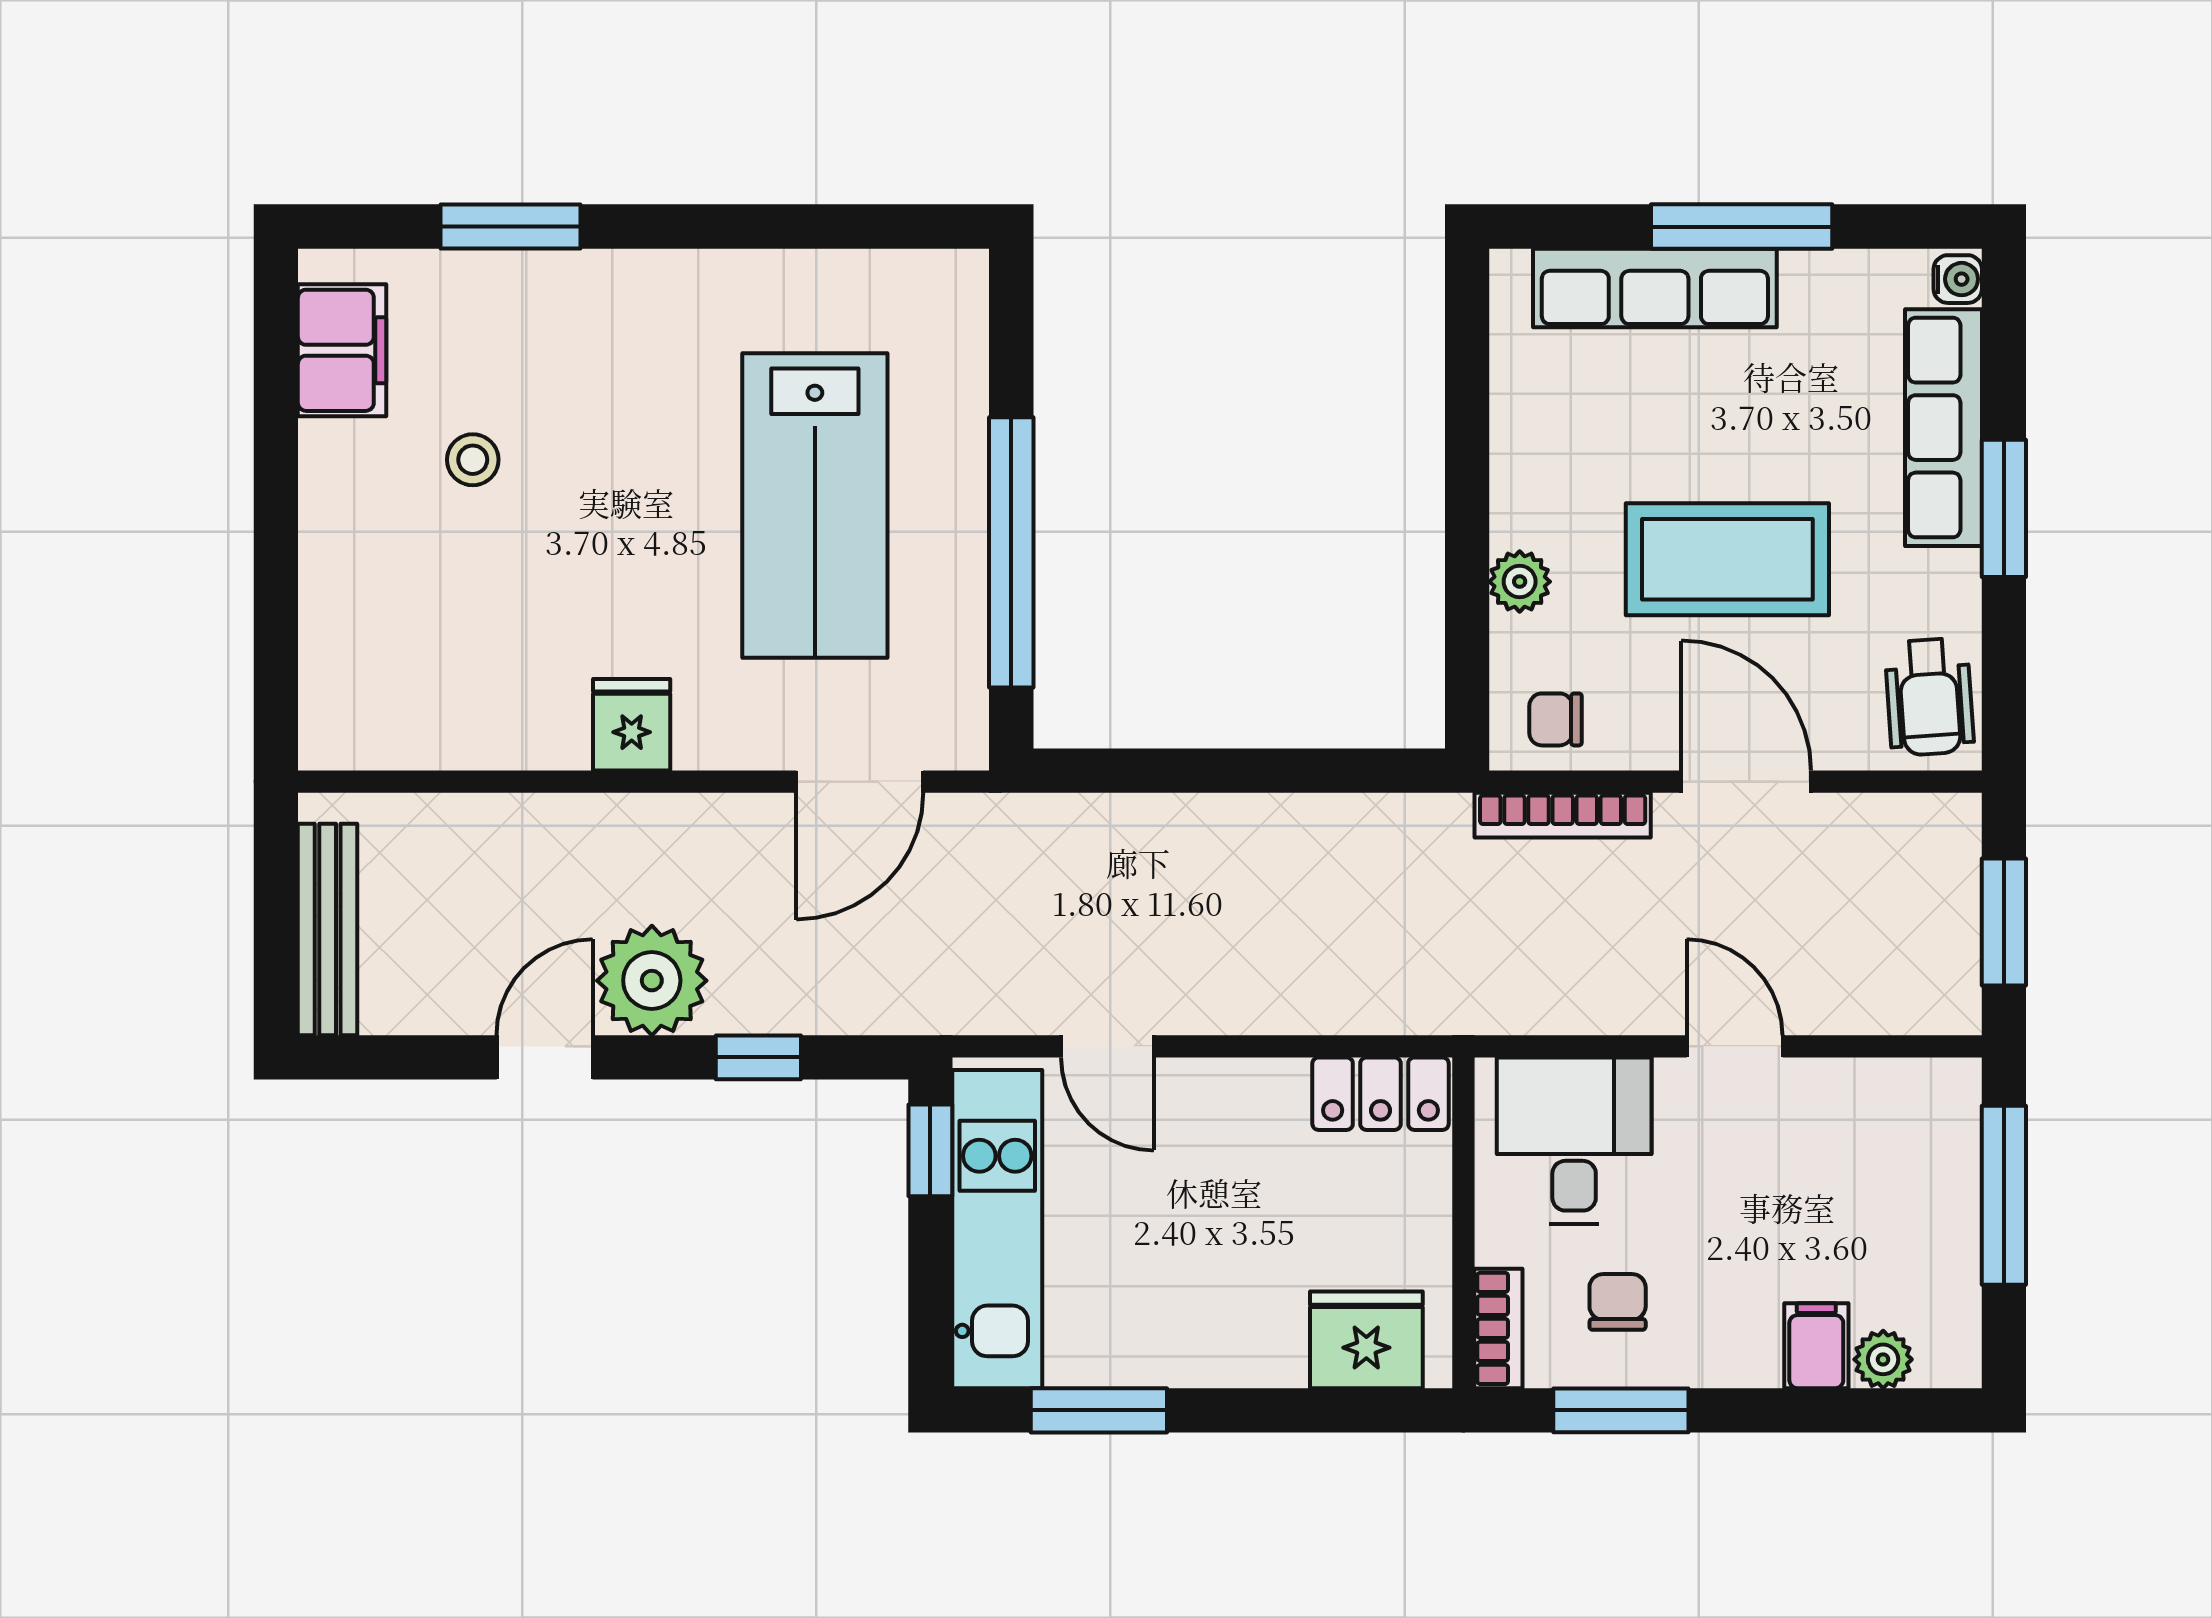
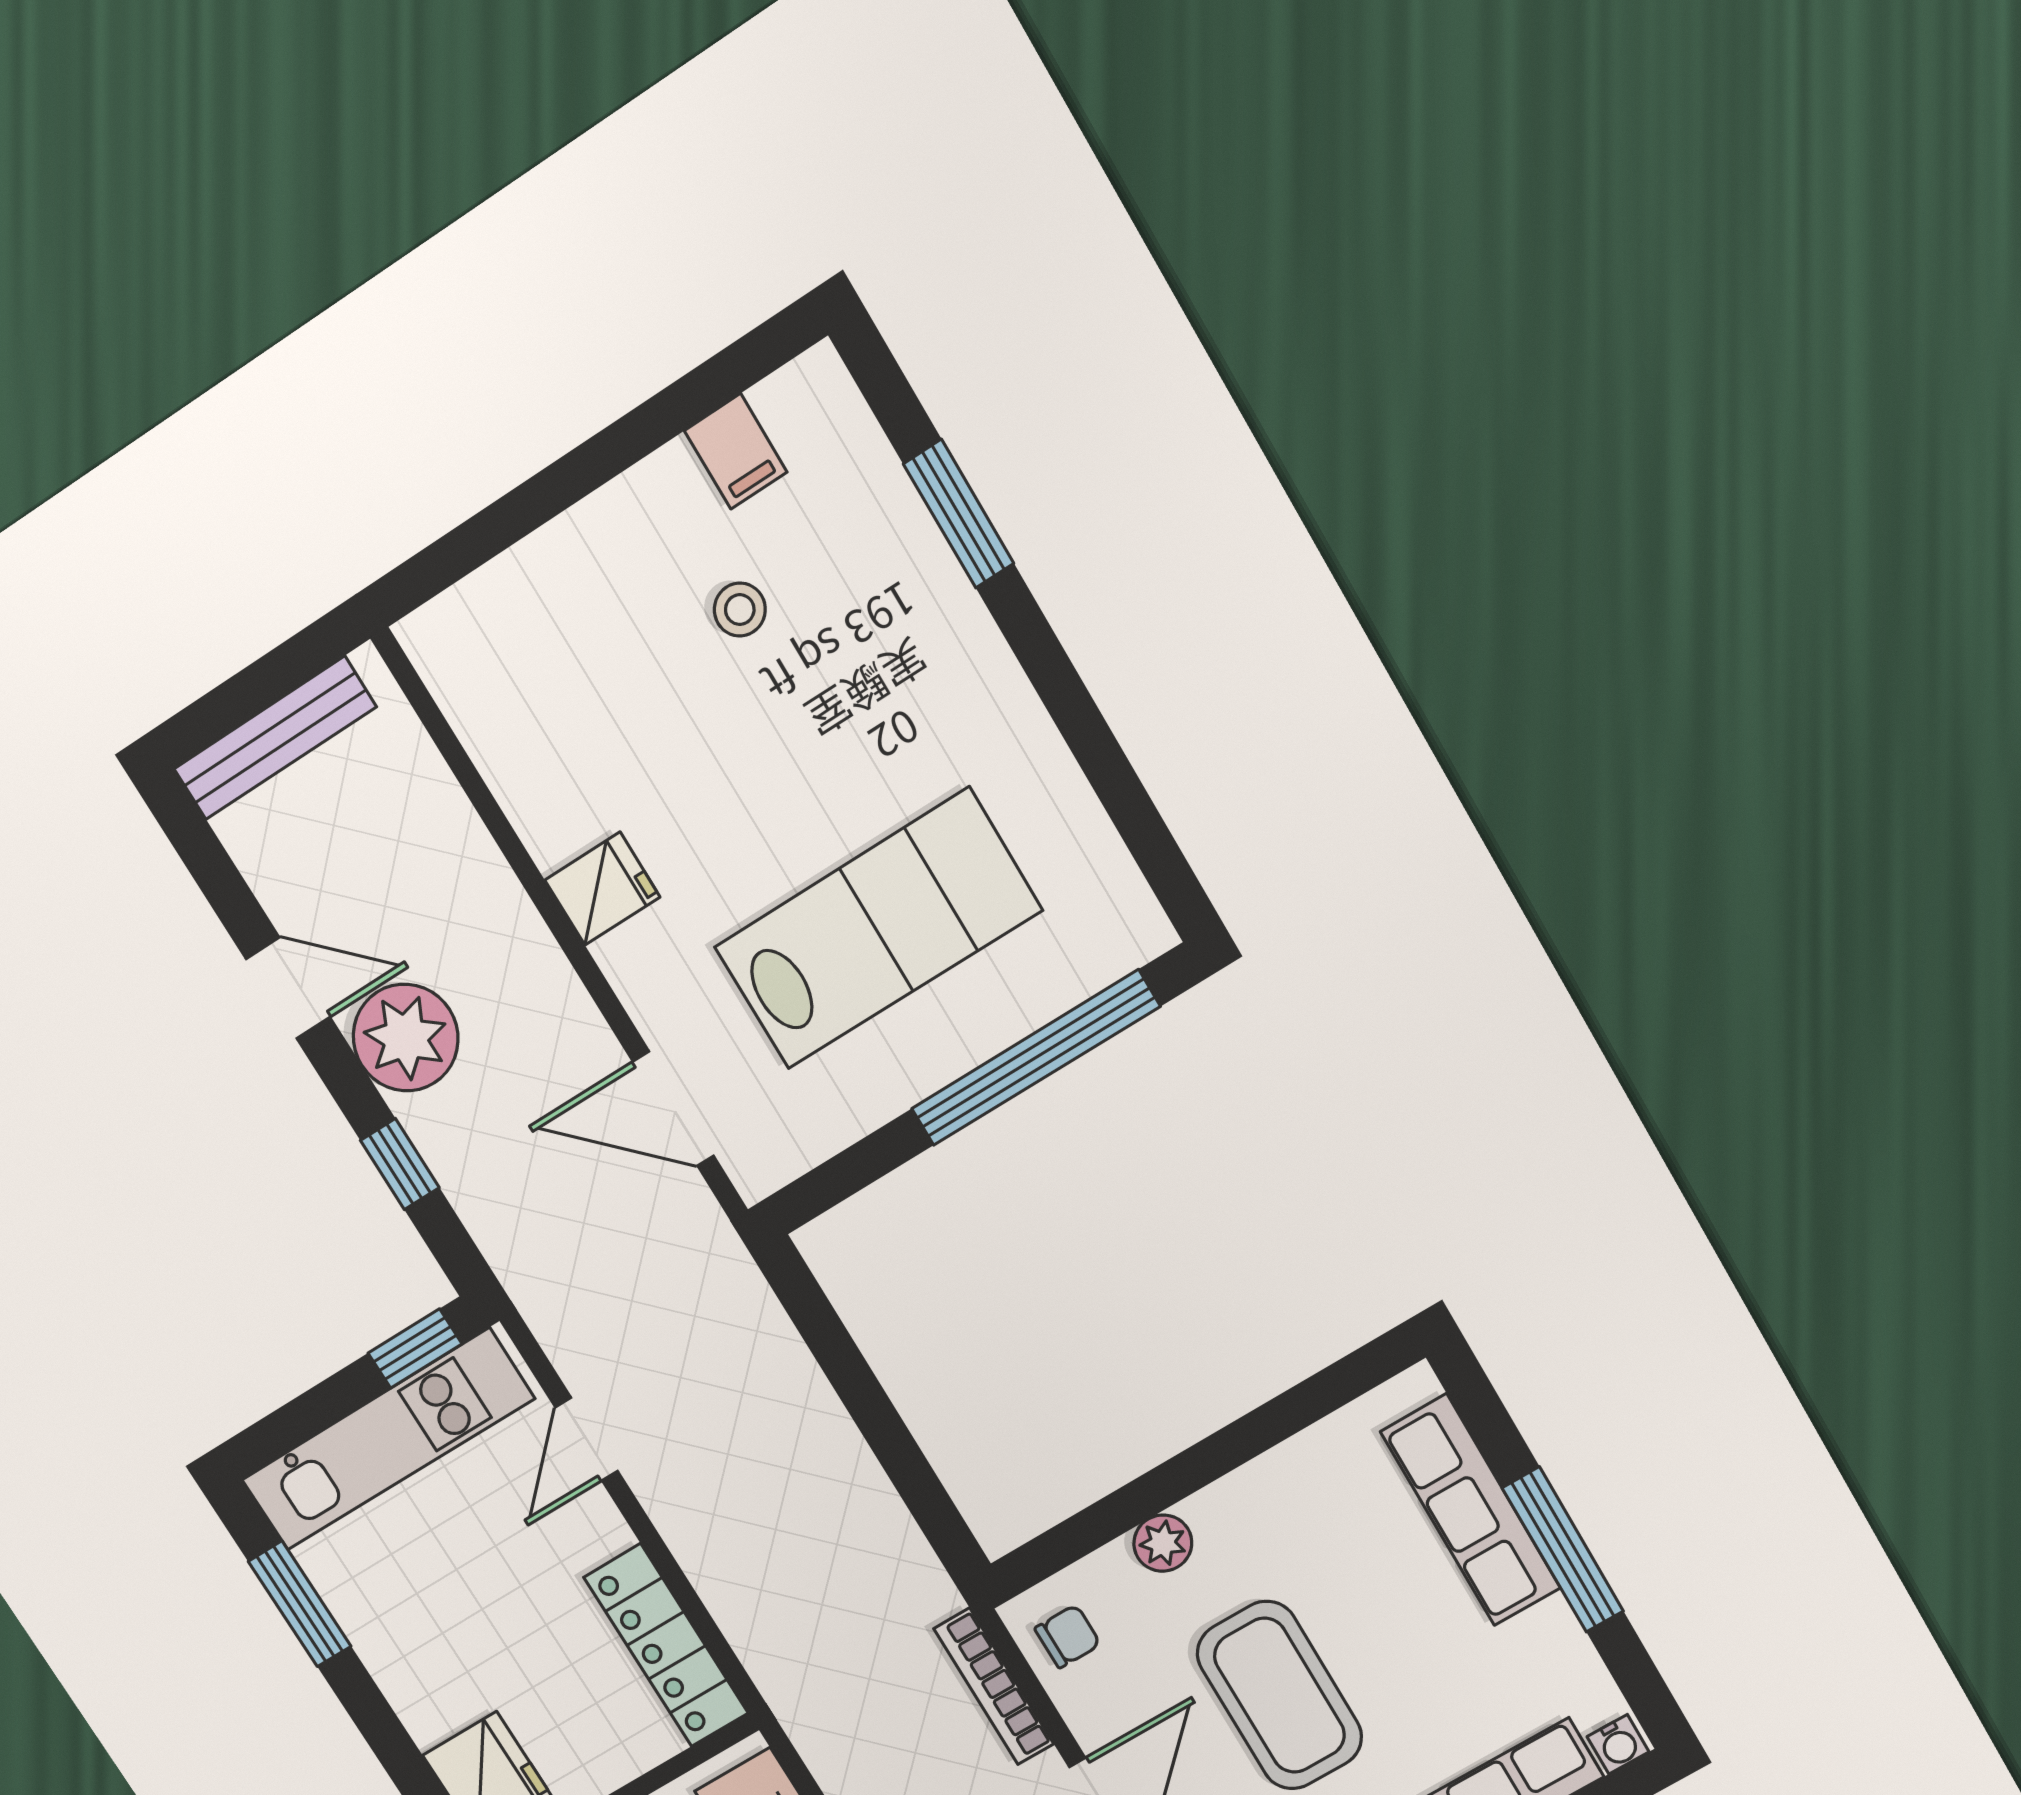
filing cabinet: (342, 350) -> (736, 451), width x0.50
lab bench: (815, 505) -> (878, 929), turned 180
window: (1011, 552) -> (1035, 1058), moved
chair: (1556, 719) -> (1068, 1636), turned 90
locker: (1381, 1094) -> (666, 1645), width x1.53

